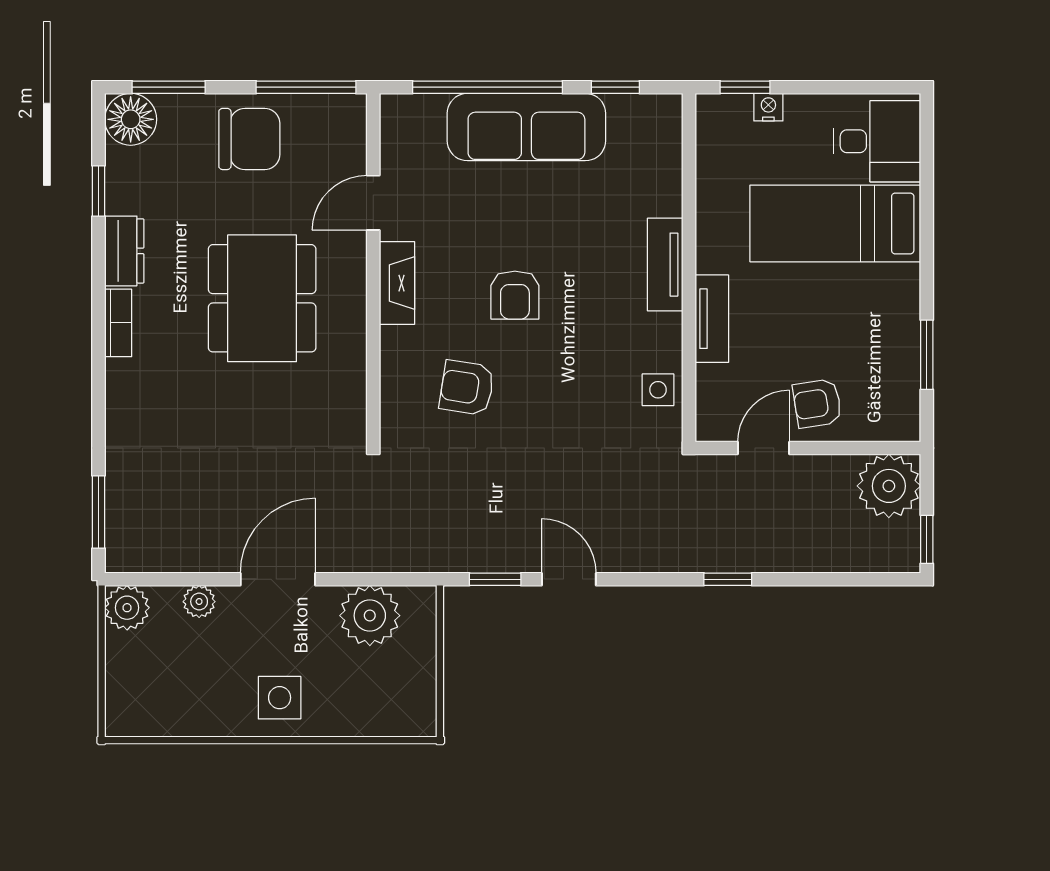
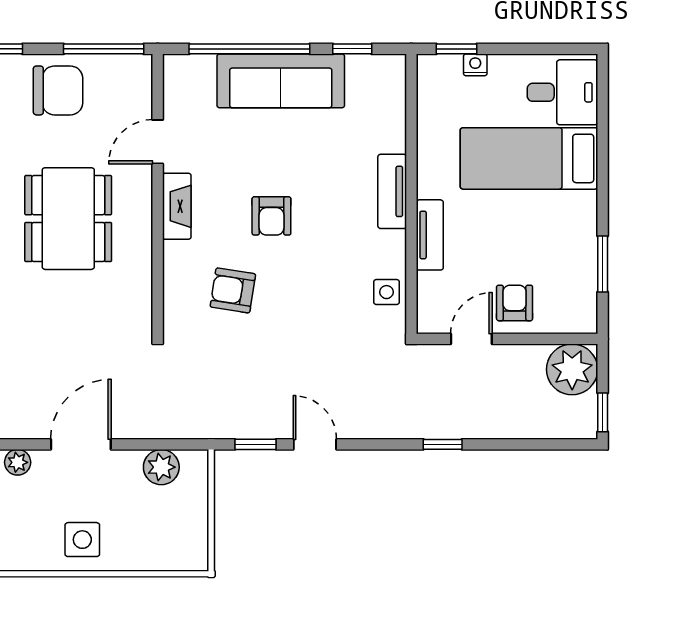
armchair: (817, 403) -> (515, 303), turned 99
plant: (370, 616) -> (161, 467), width x0.73, depth x0.73

